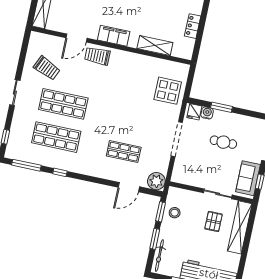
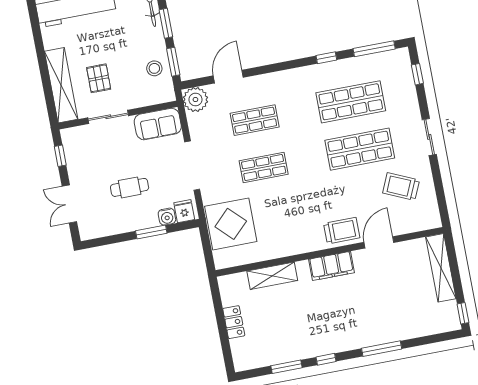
display table: (168, 91) -> (231, 224), width x1.36, depth x1.36
shop shelf: (131, 118) -> (264, 167), added
sofa: (248, 178) -> (158, 124), moved, turned 90

